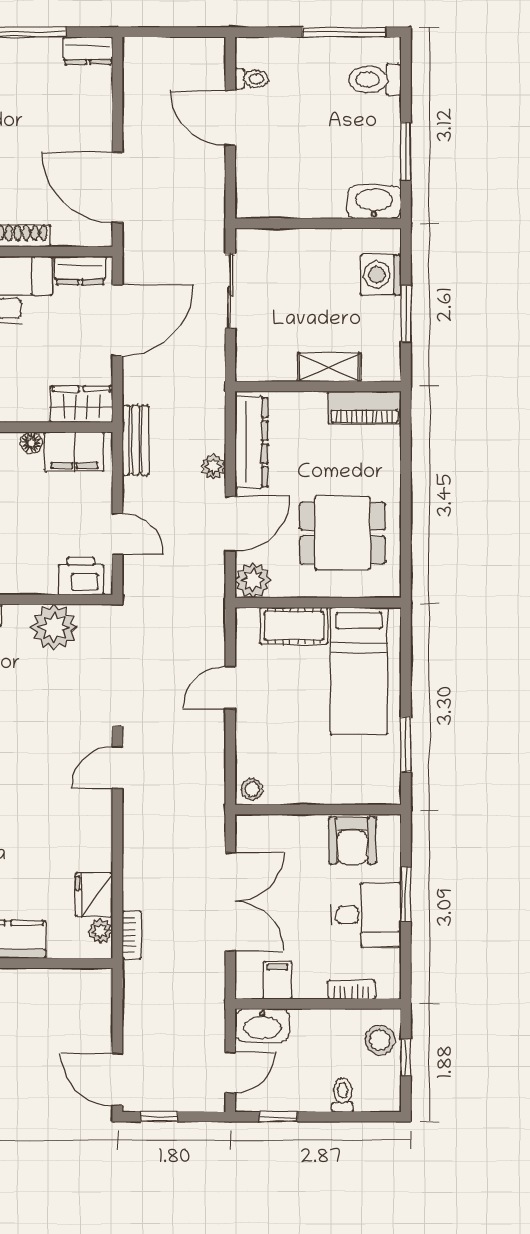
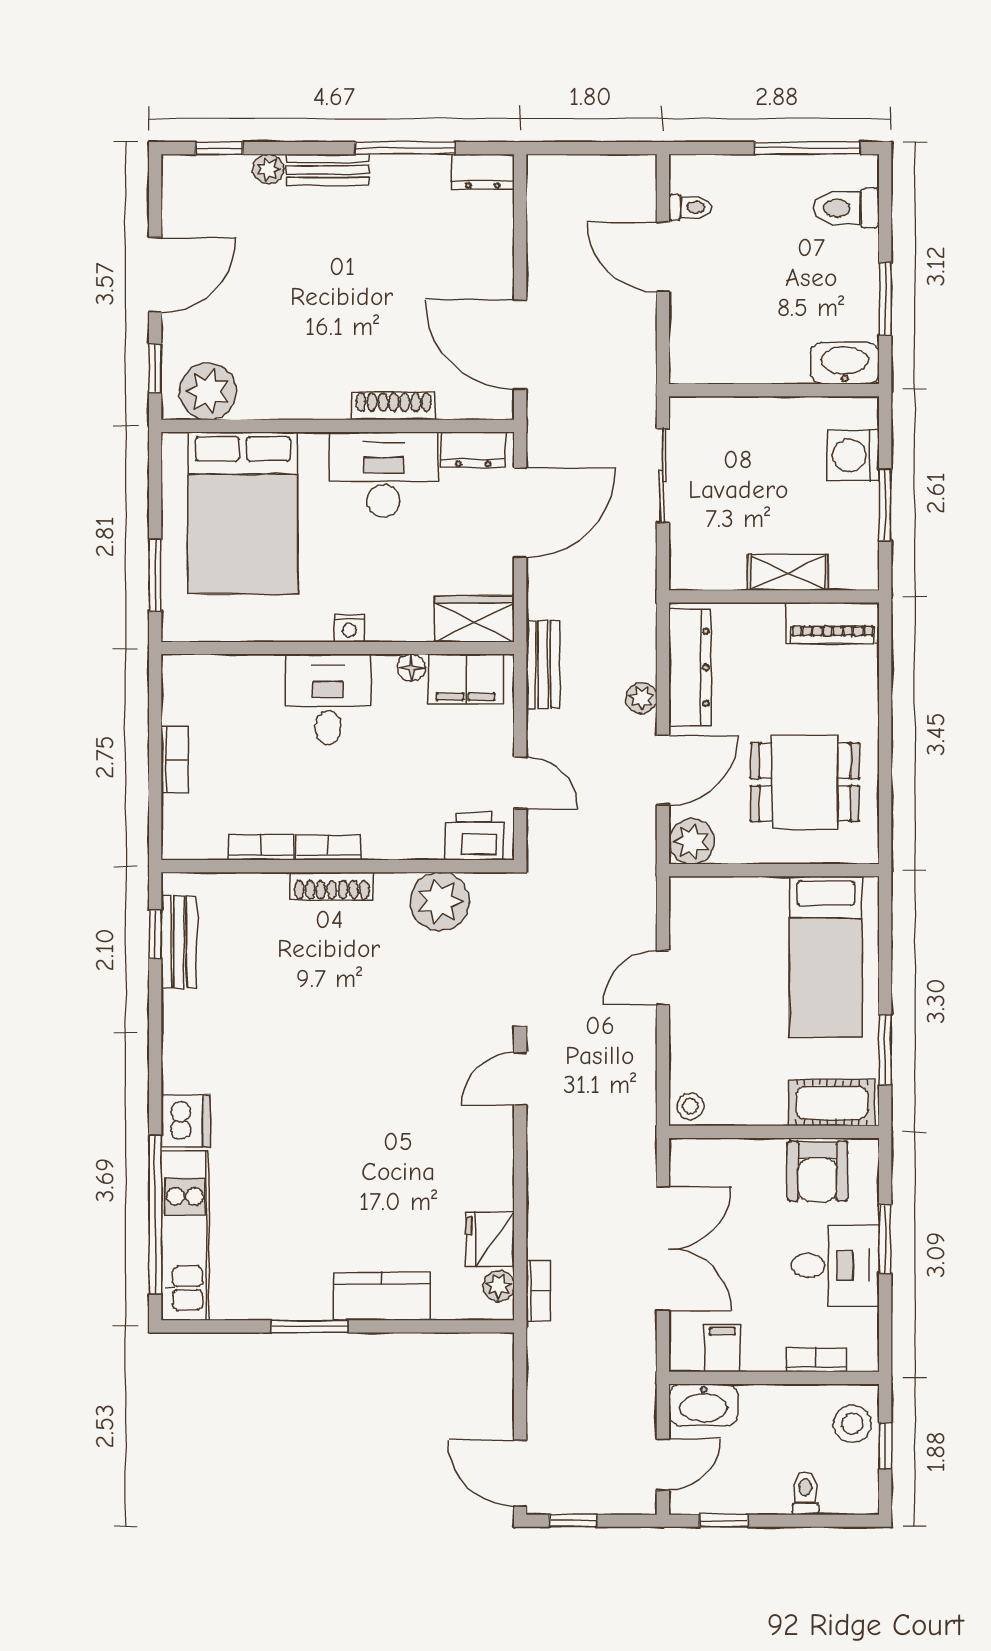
cot: (294, 626) -> (832, 1103), moved

